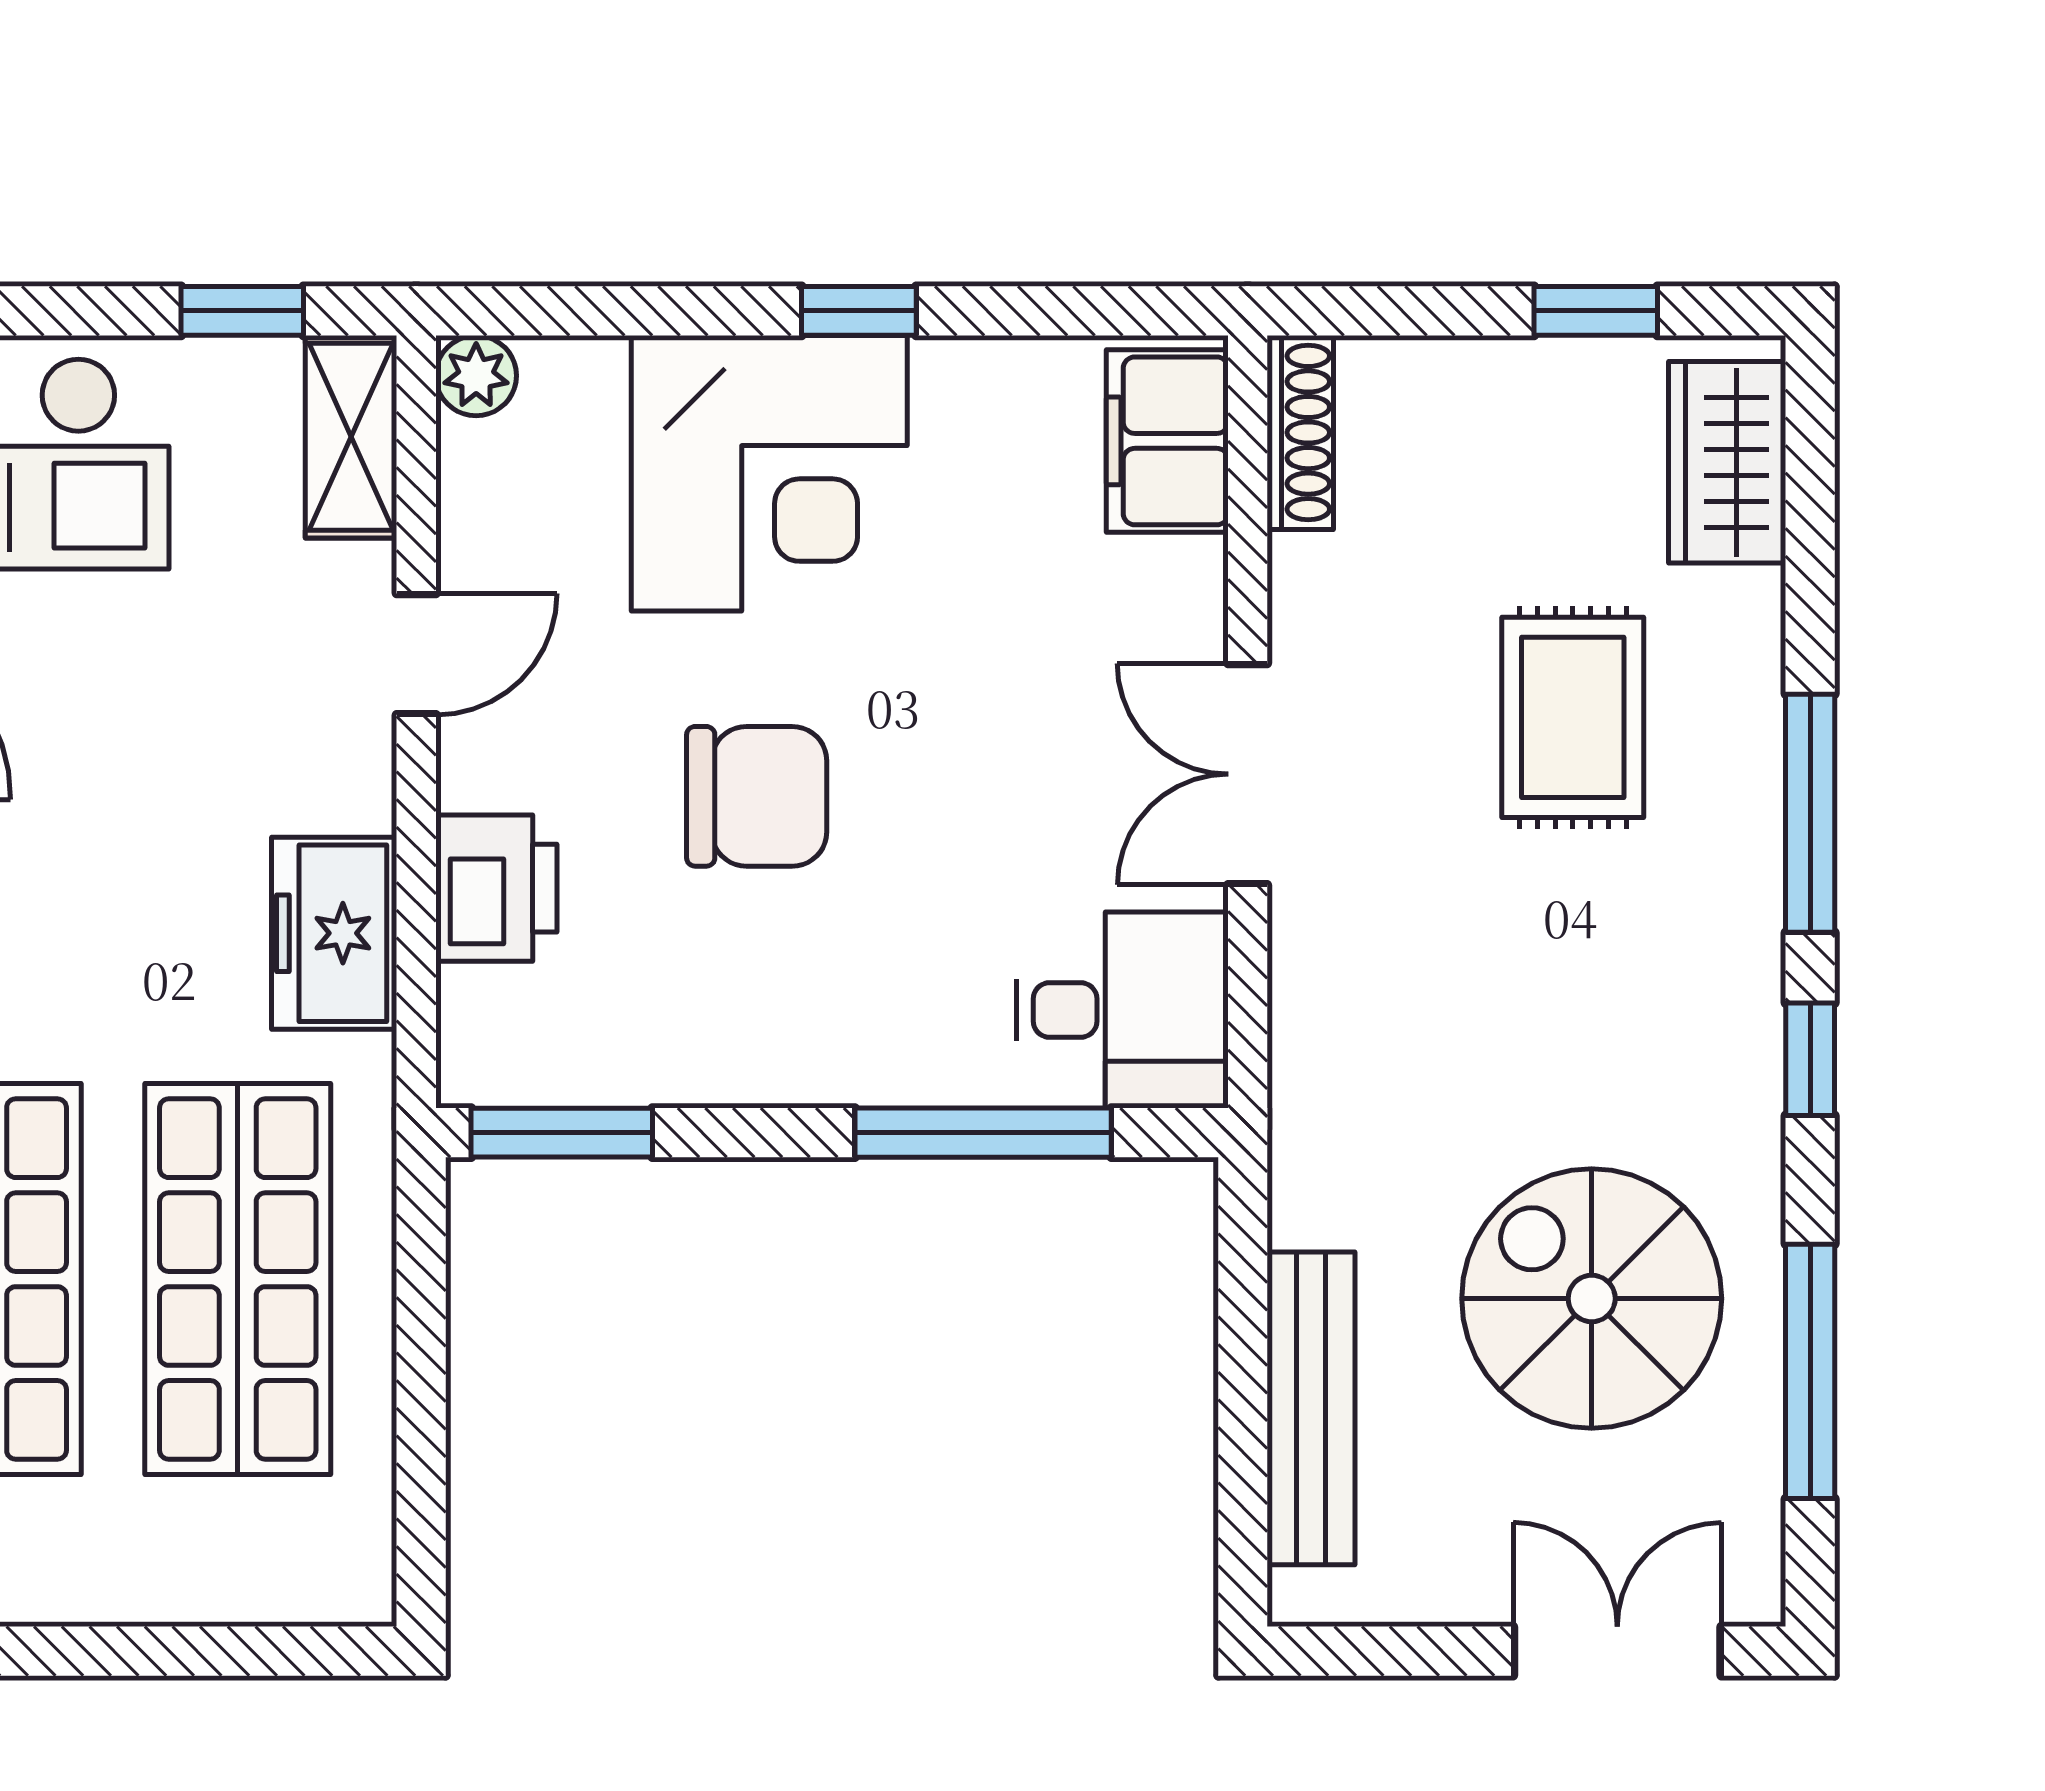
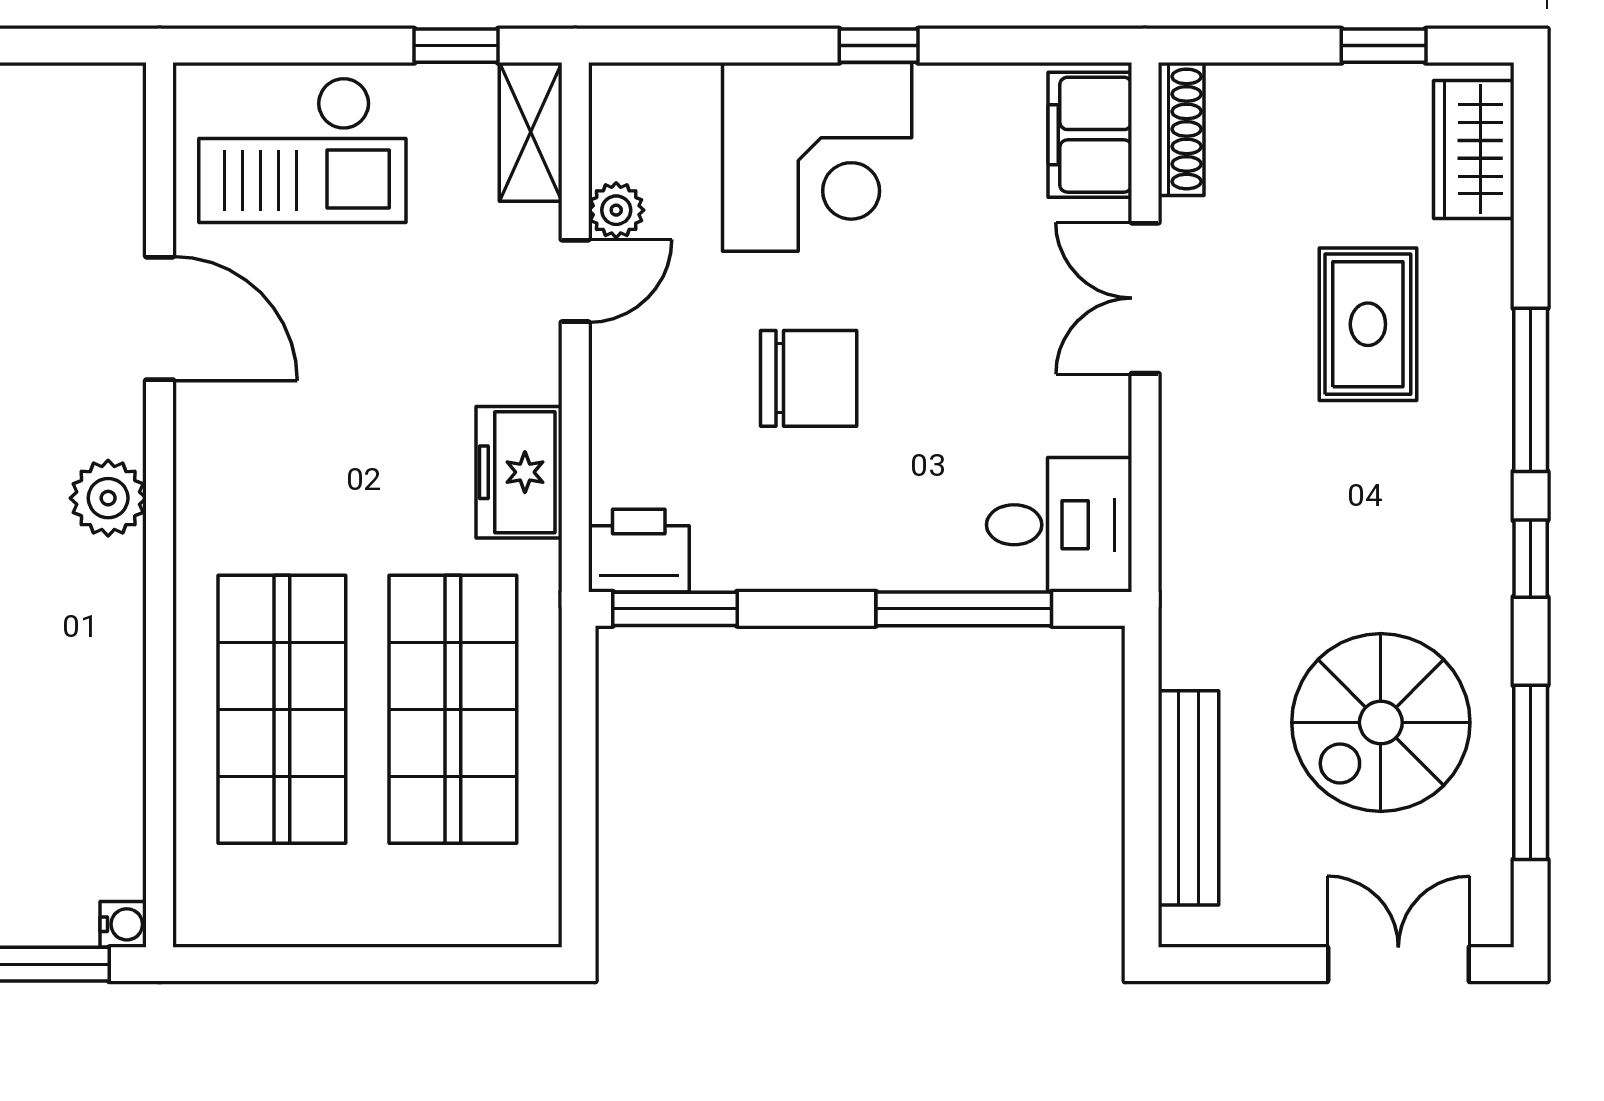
plant: (476, 376) -> (616, 210), moved
double door: (1248, 774) -> (1145, 298), moved
printer: (496, 888) -> (639, 551), moved, turned -90
spiral stairs: (1592, 1299) -> (1381, 723), turned -90

